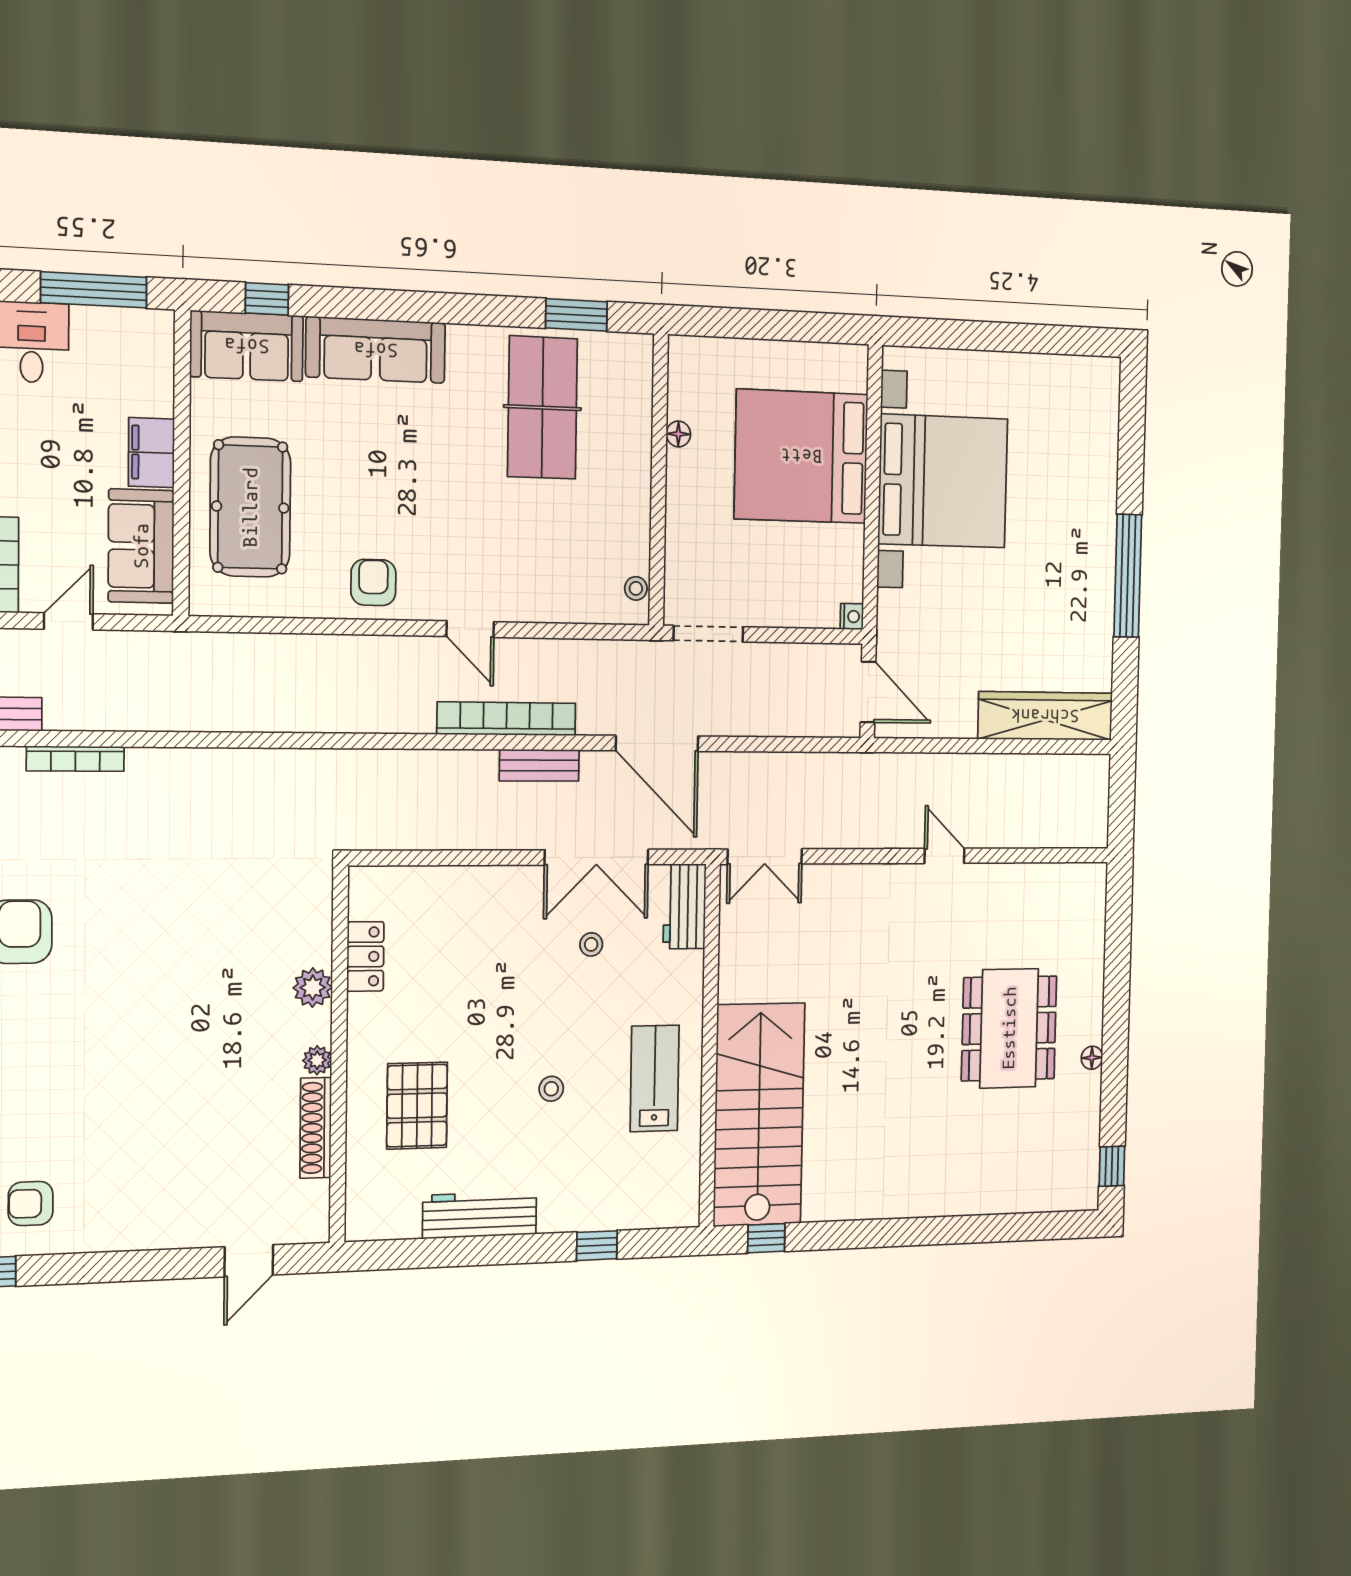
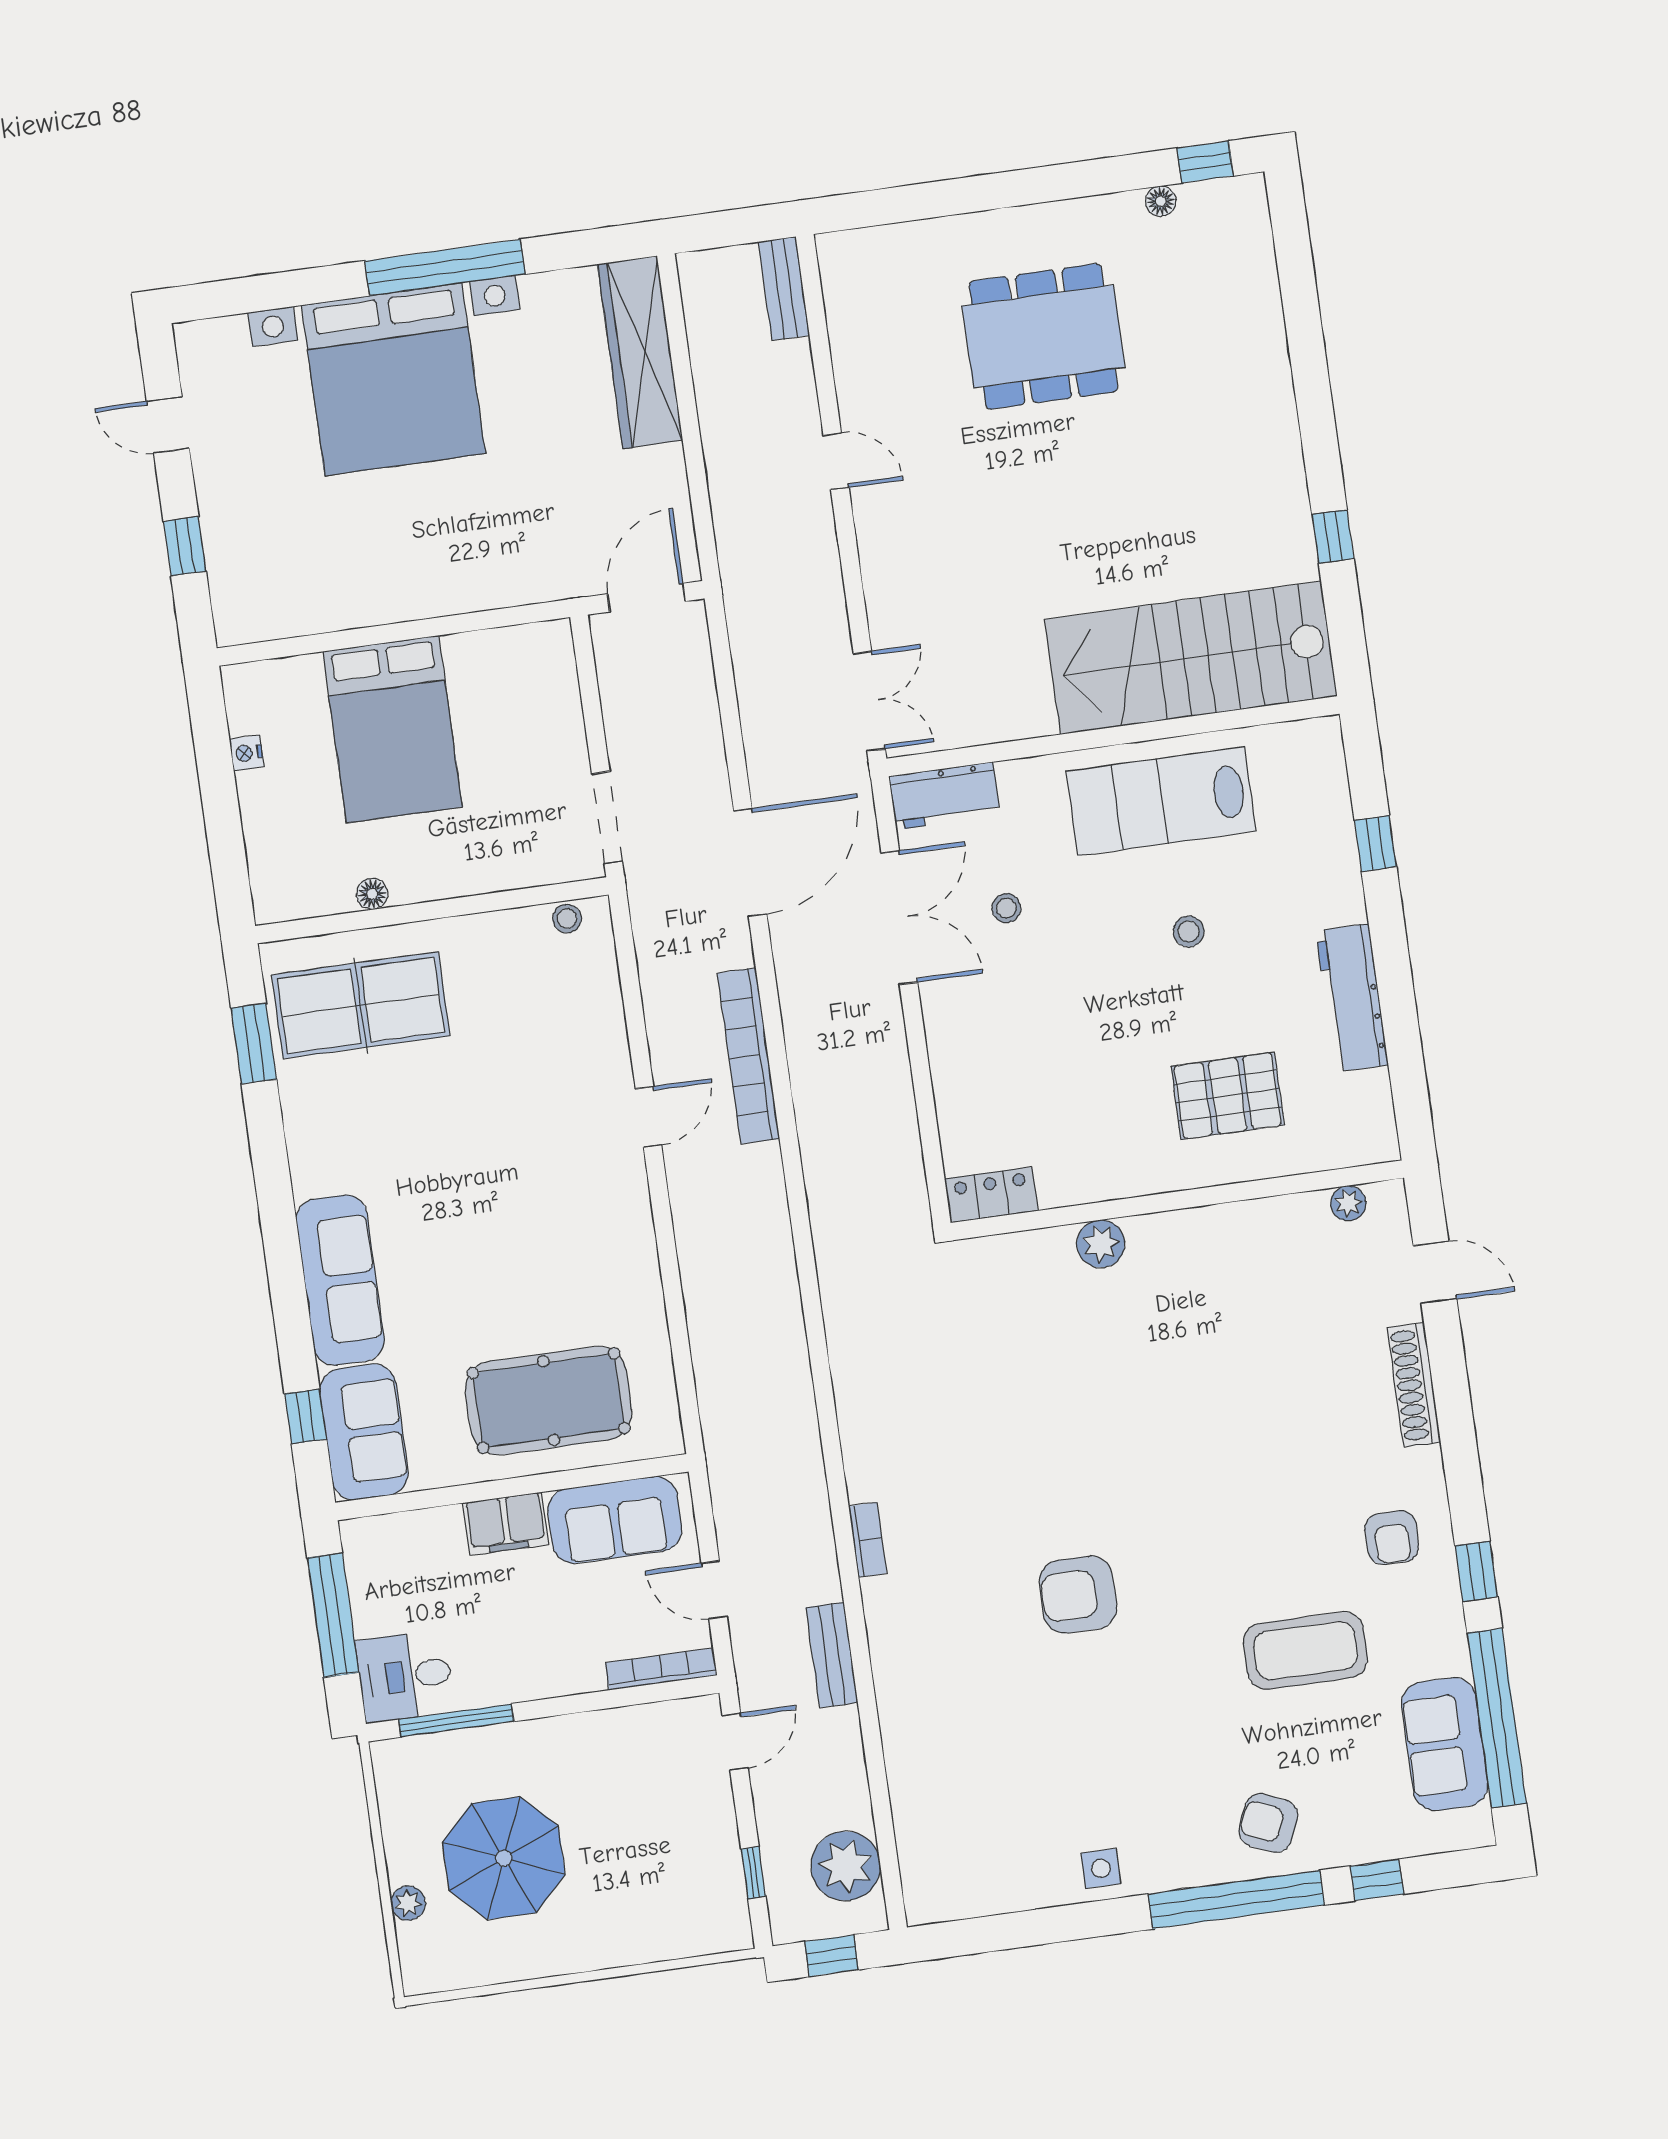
window: (960, 335) -> (185, 546), added
door: (1050, 339) -> (168, 425), added
table tennis table: (542, 408) -> (361, 1005), moved
bed: (801, 456) -> (393, 729), width x0.73
bed with nightstands: (943, 481) -> (393, 379), moved, turned 180
armchair: (373, 582) -> (612, 1242), removed
nightstand: (852, 617) -> (246, 753), moved, turned -90
bookcase: (75, 759) -> (868, 1540), width x0.64
bench: (539, 765) -> (784, 289), moved
door: (944, 856) -> (836, 462), swing flipped
locker: (365, 956) -> (991, 1195), moved
floor lamp: (1092, 1058) -> (1161, 201), moved
plant: (317, 1060) -> (1348, 1203), moved
lab bench: (655, 1078) -> (1161, 801), width x1.36, depth x1.39
shoe rack: (316, 1128) -> (1414, 1385), moved, turned 90
window: (766, 1238) -> (1333, 537), moved

